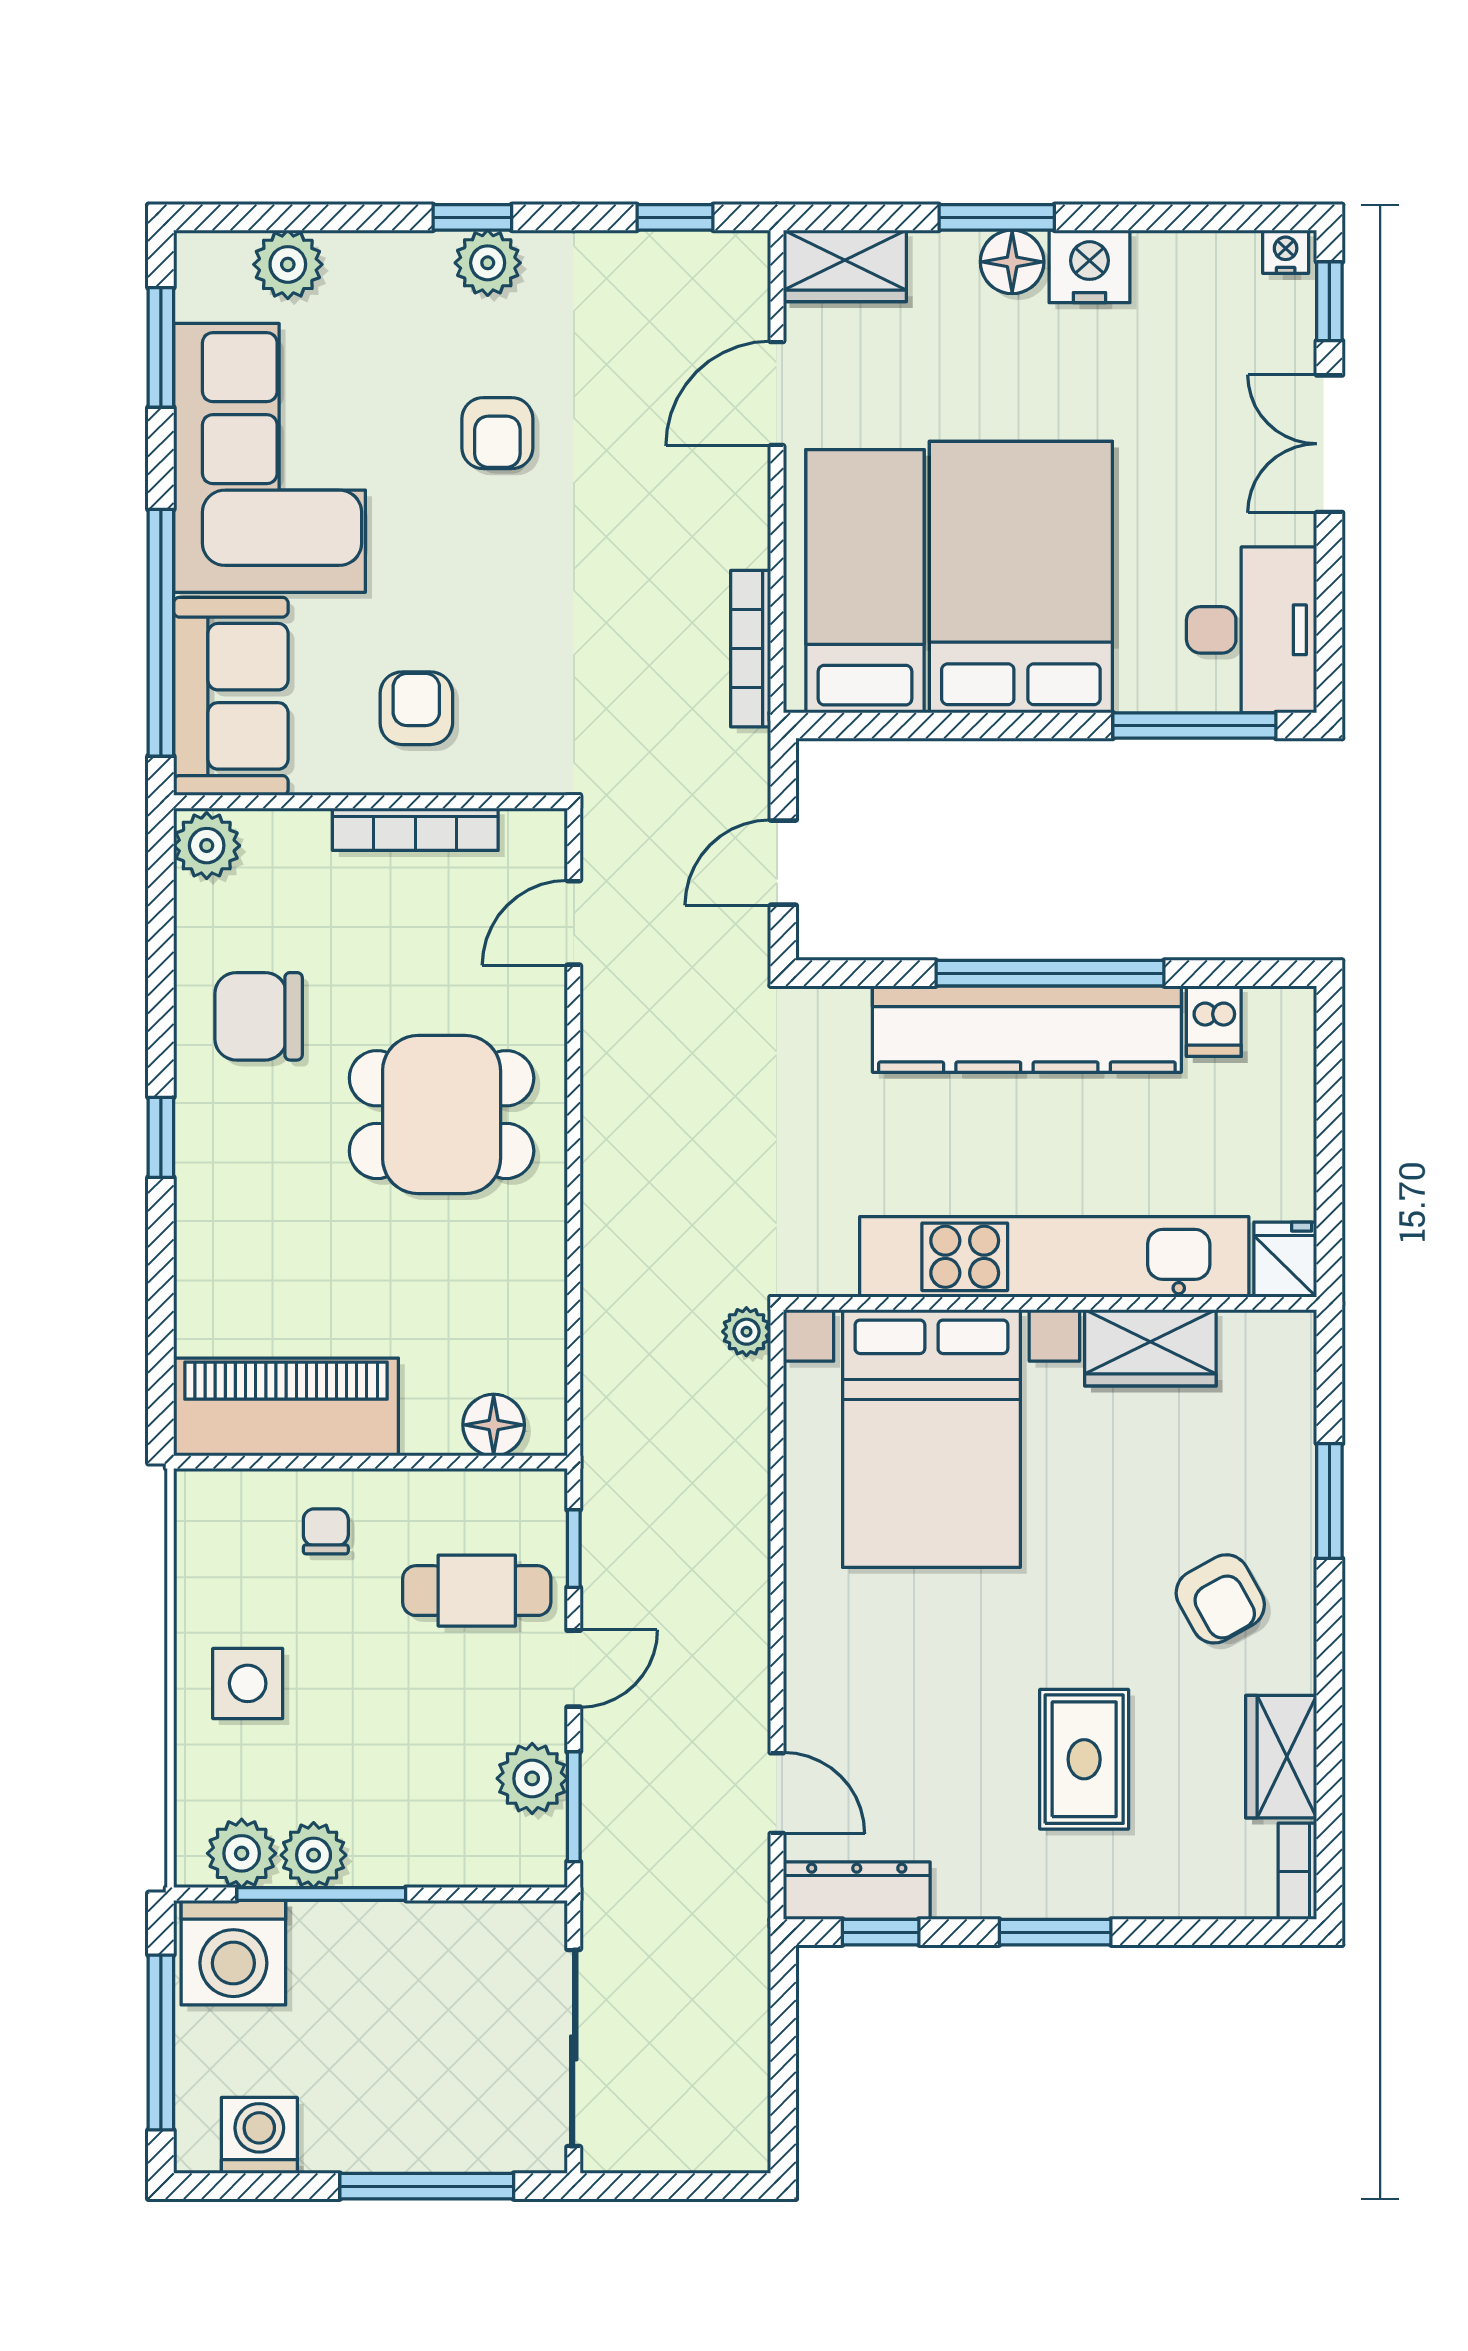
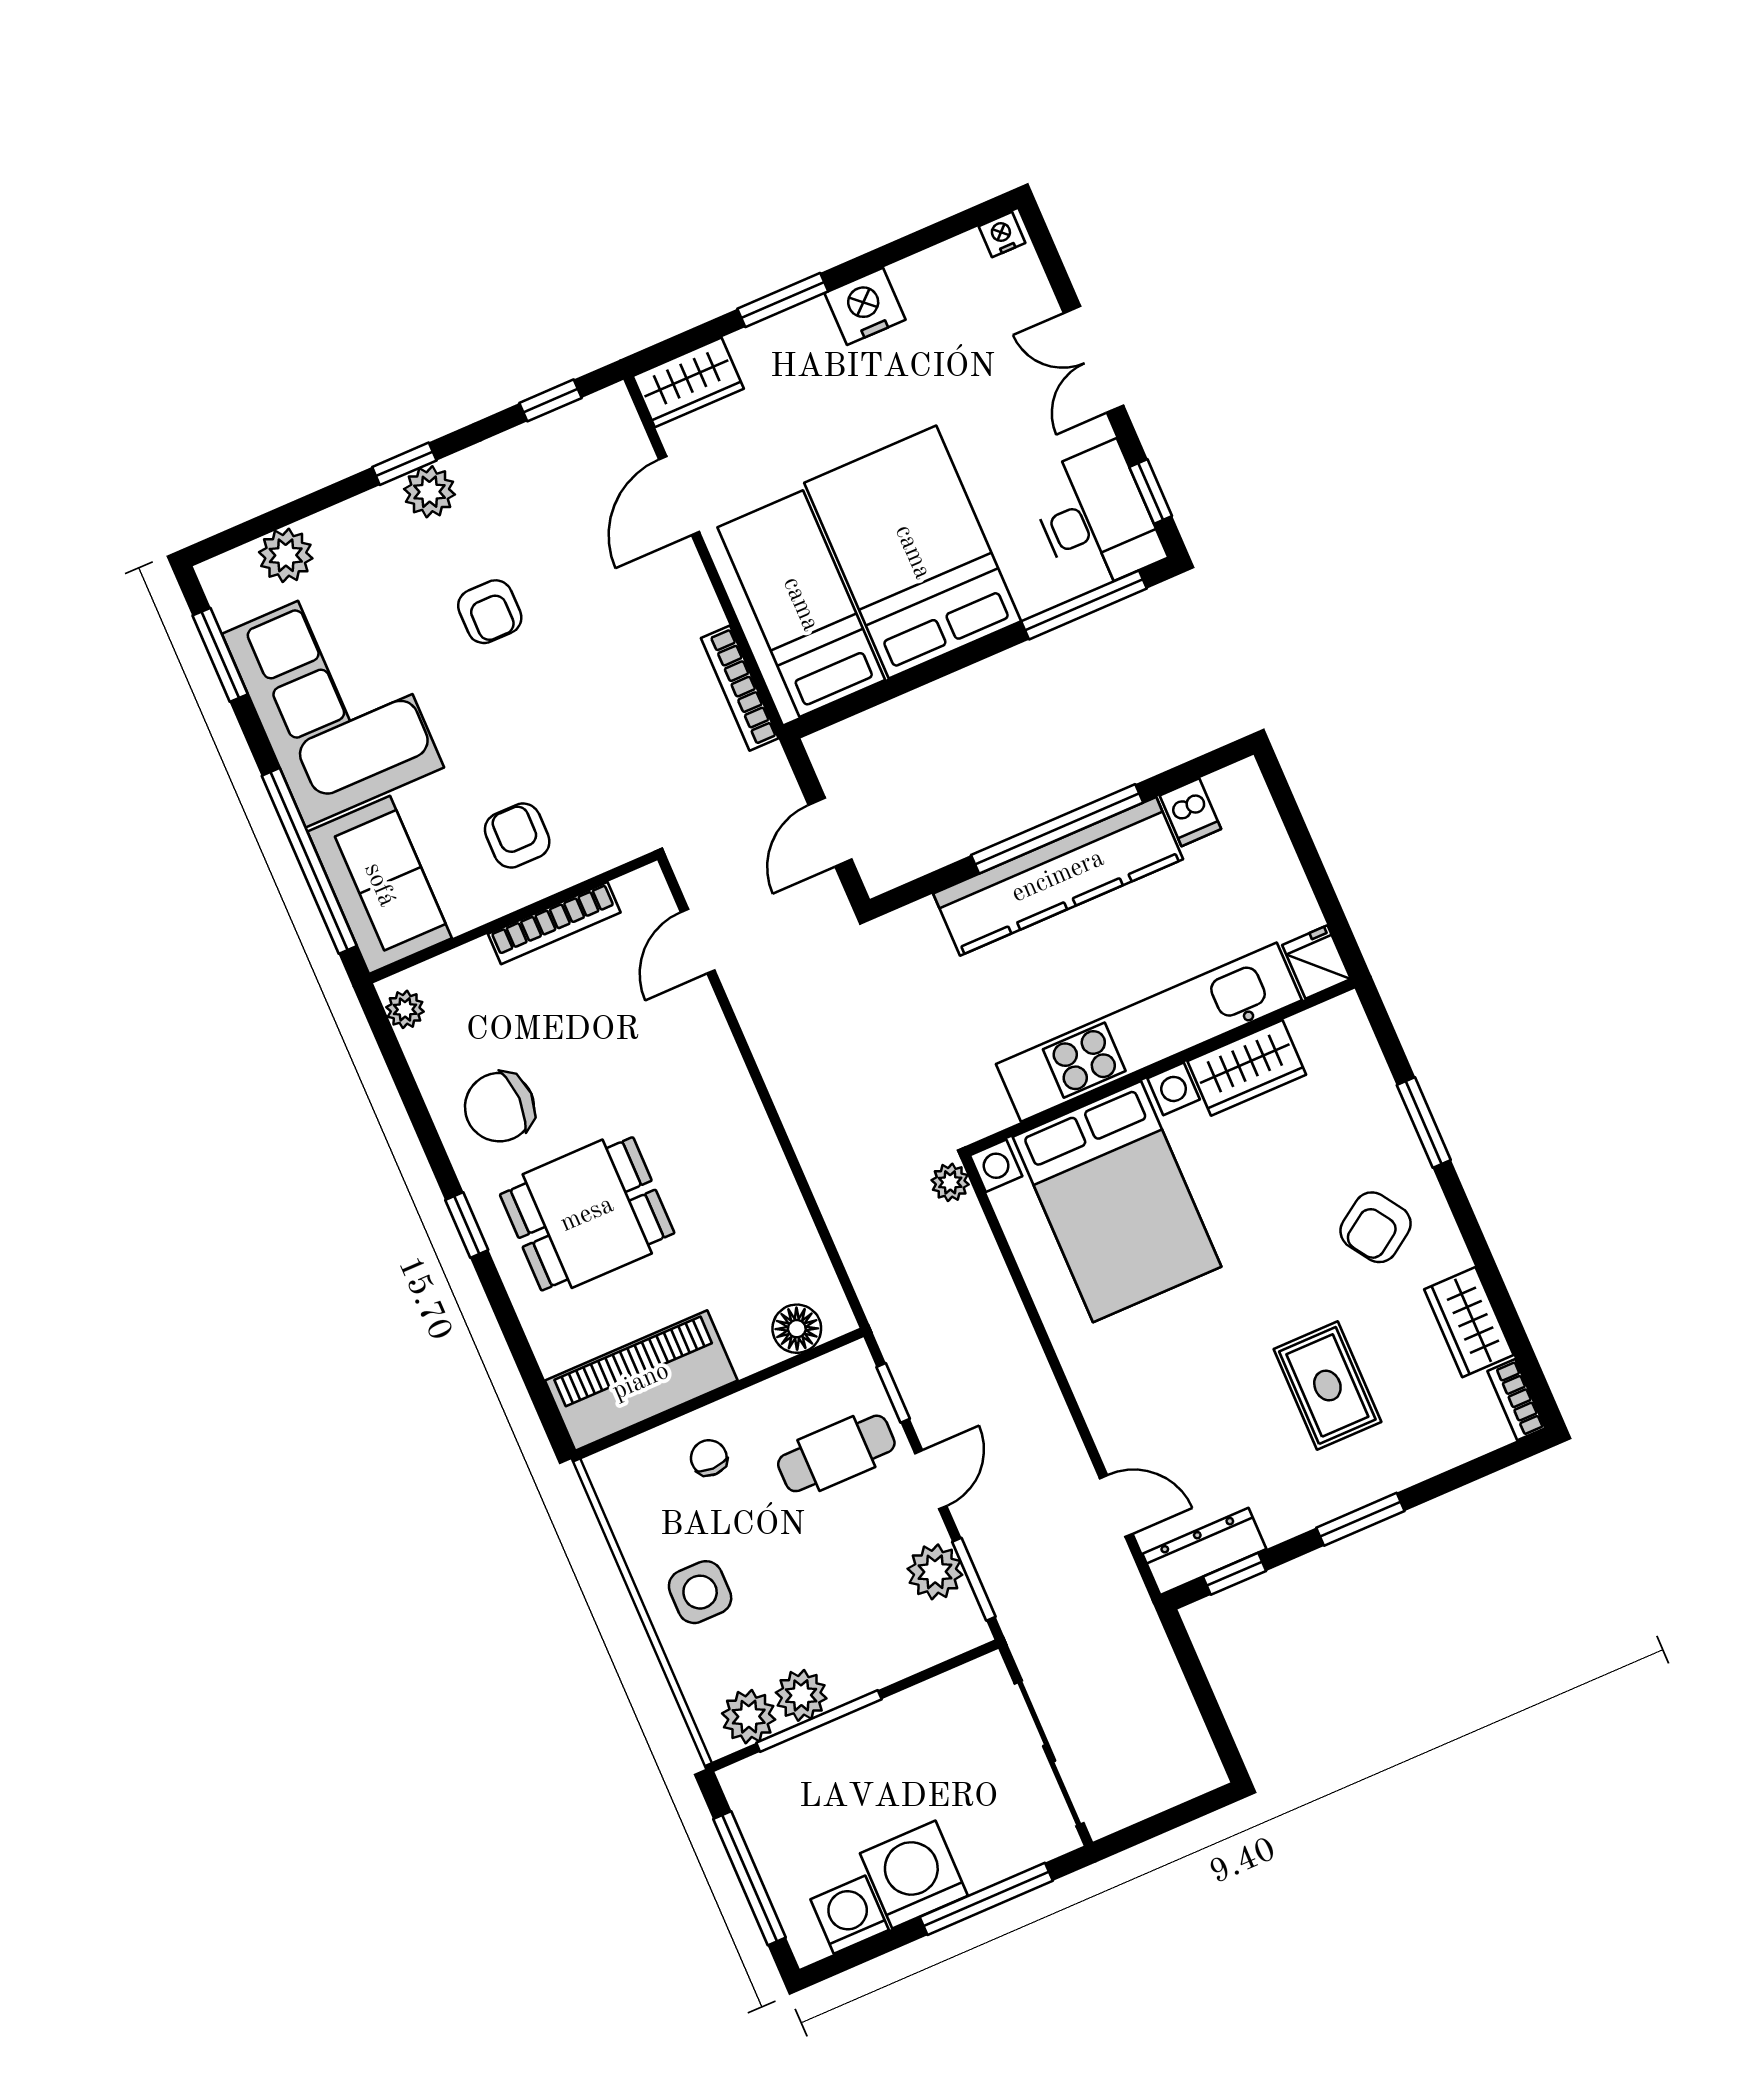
floor lamp: (1012, 262) -> (808, 327), removed
window: (1329, 301) -> (1151, 491), moved
plant: (207, 846) -> (405, 1009), width x0.73, depth x0.73
dining table: (442, 1115) -> (587, 1214), moved
armchair: (1220, 1599) -> (1376, 1227), turned 85
washing machine: (233, 1953) -> (914, 1875), moved, turned 180

